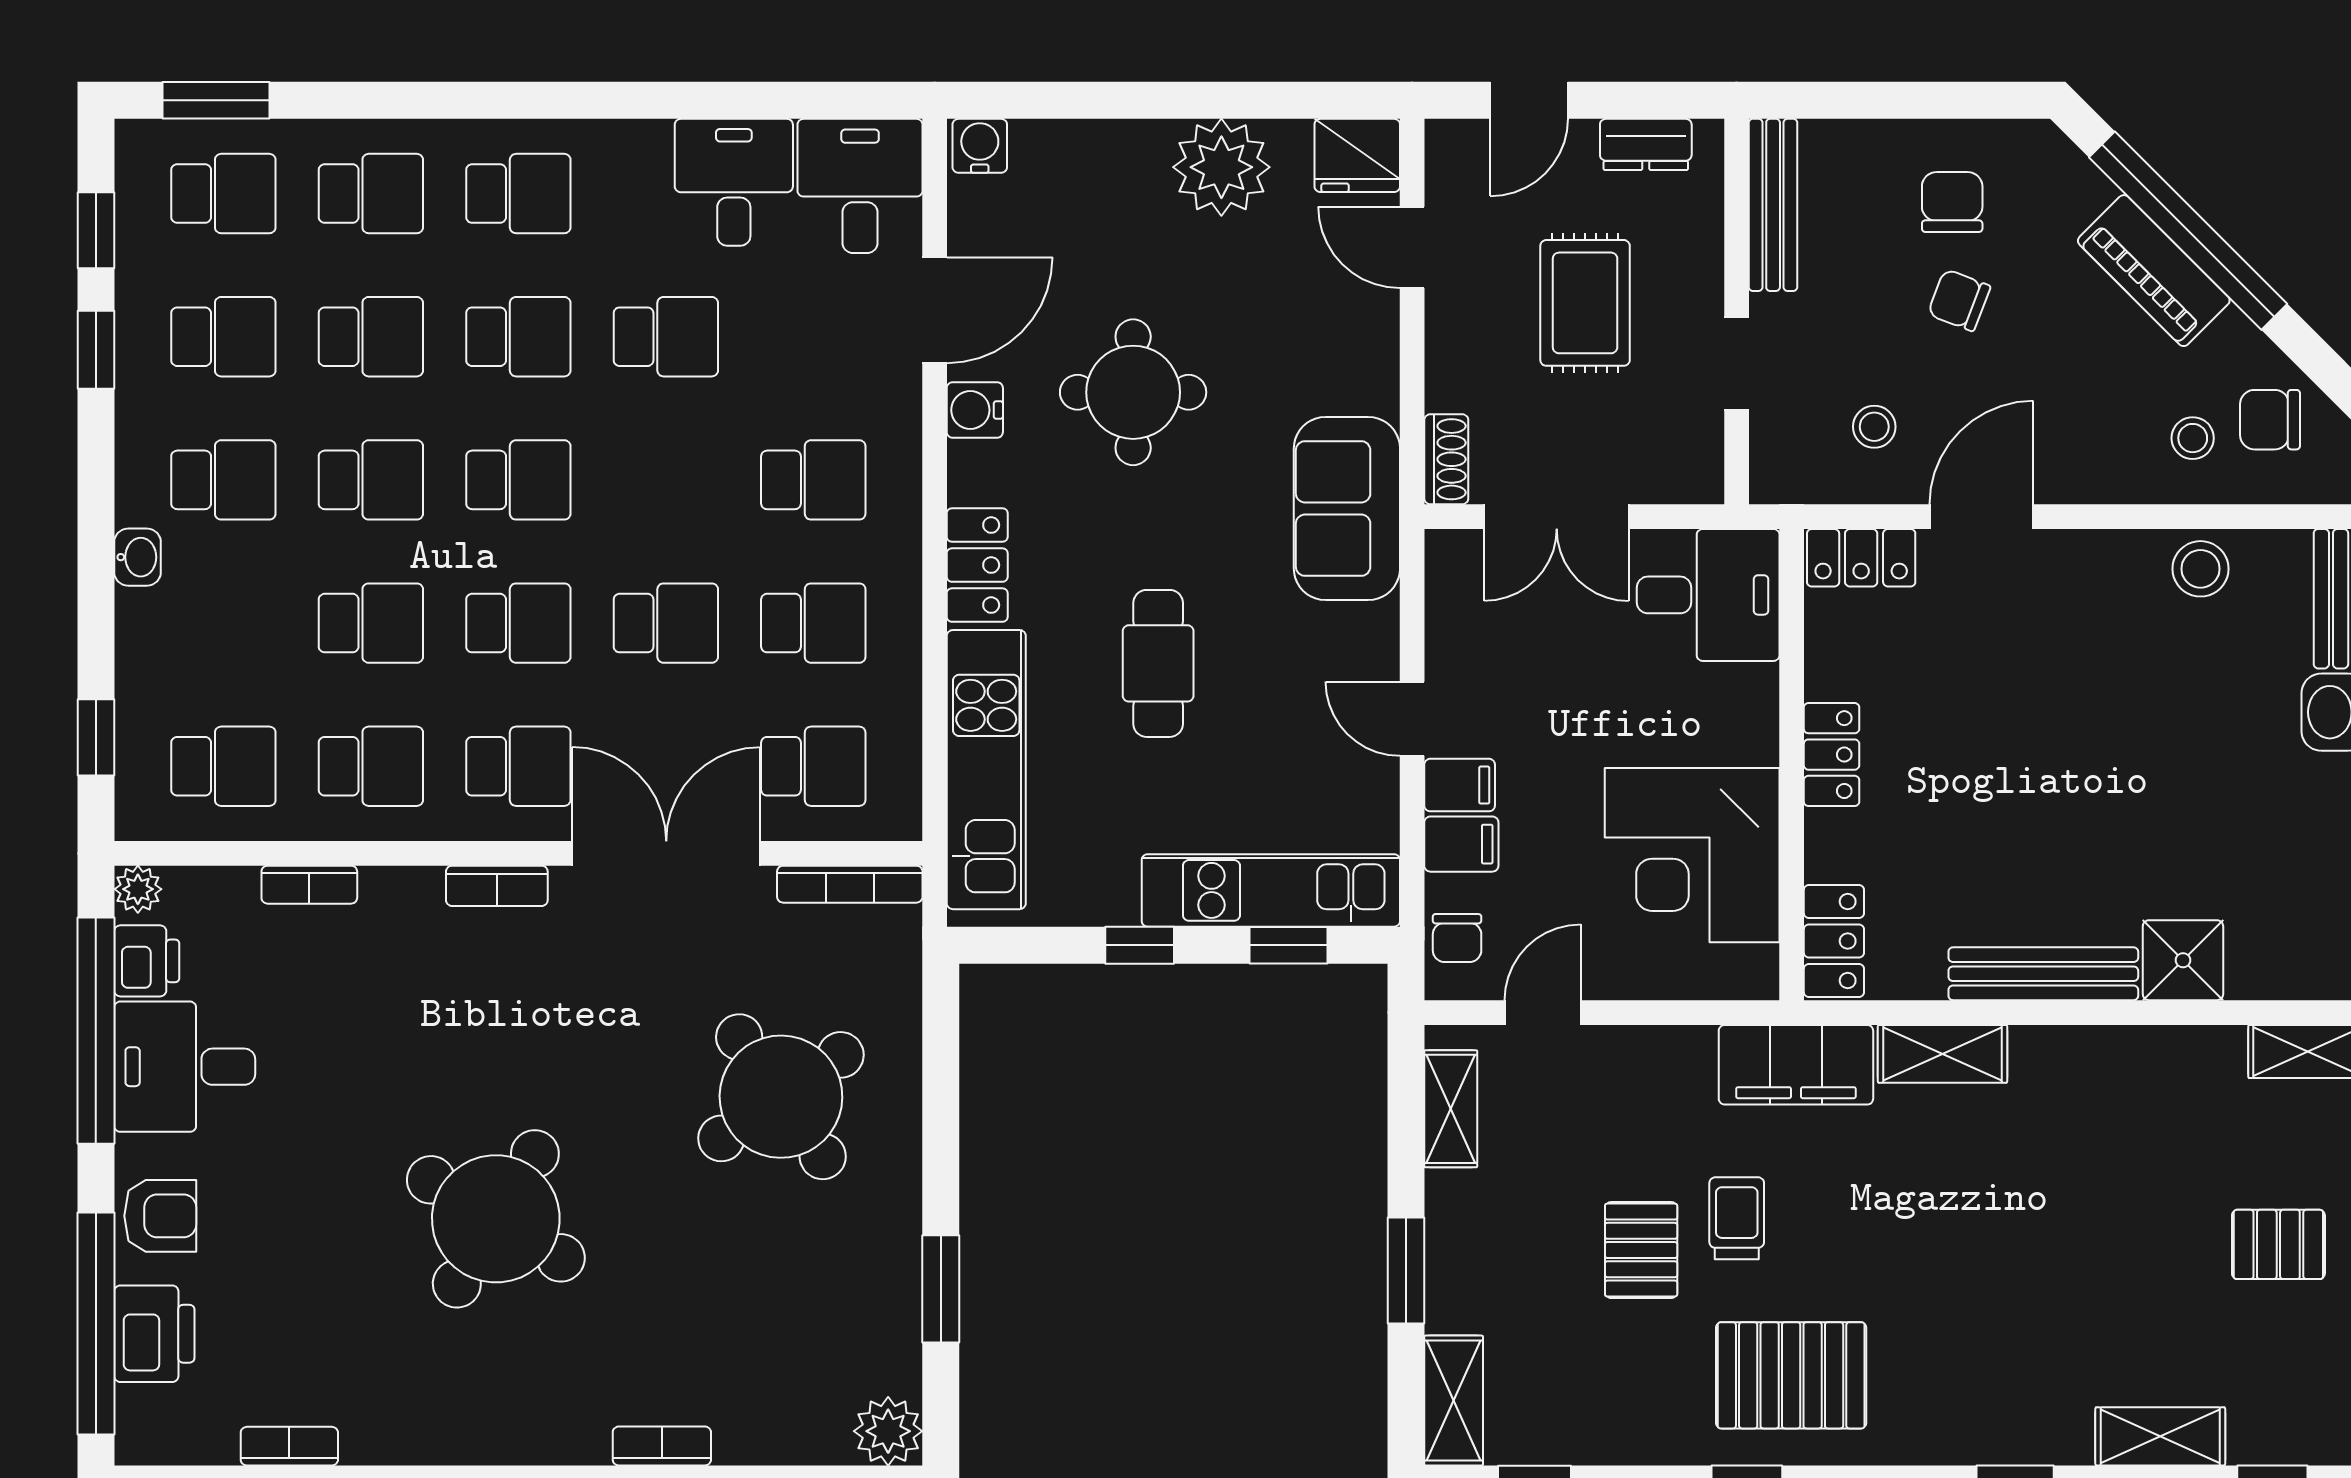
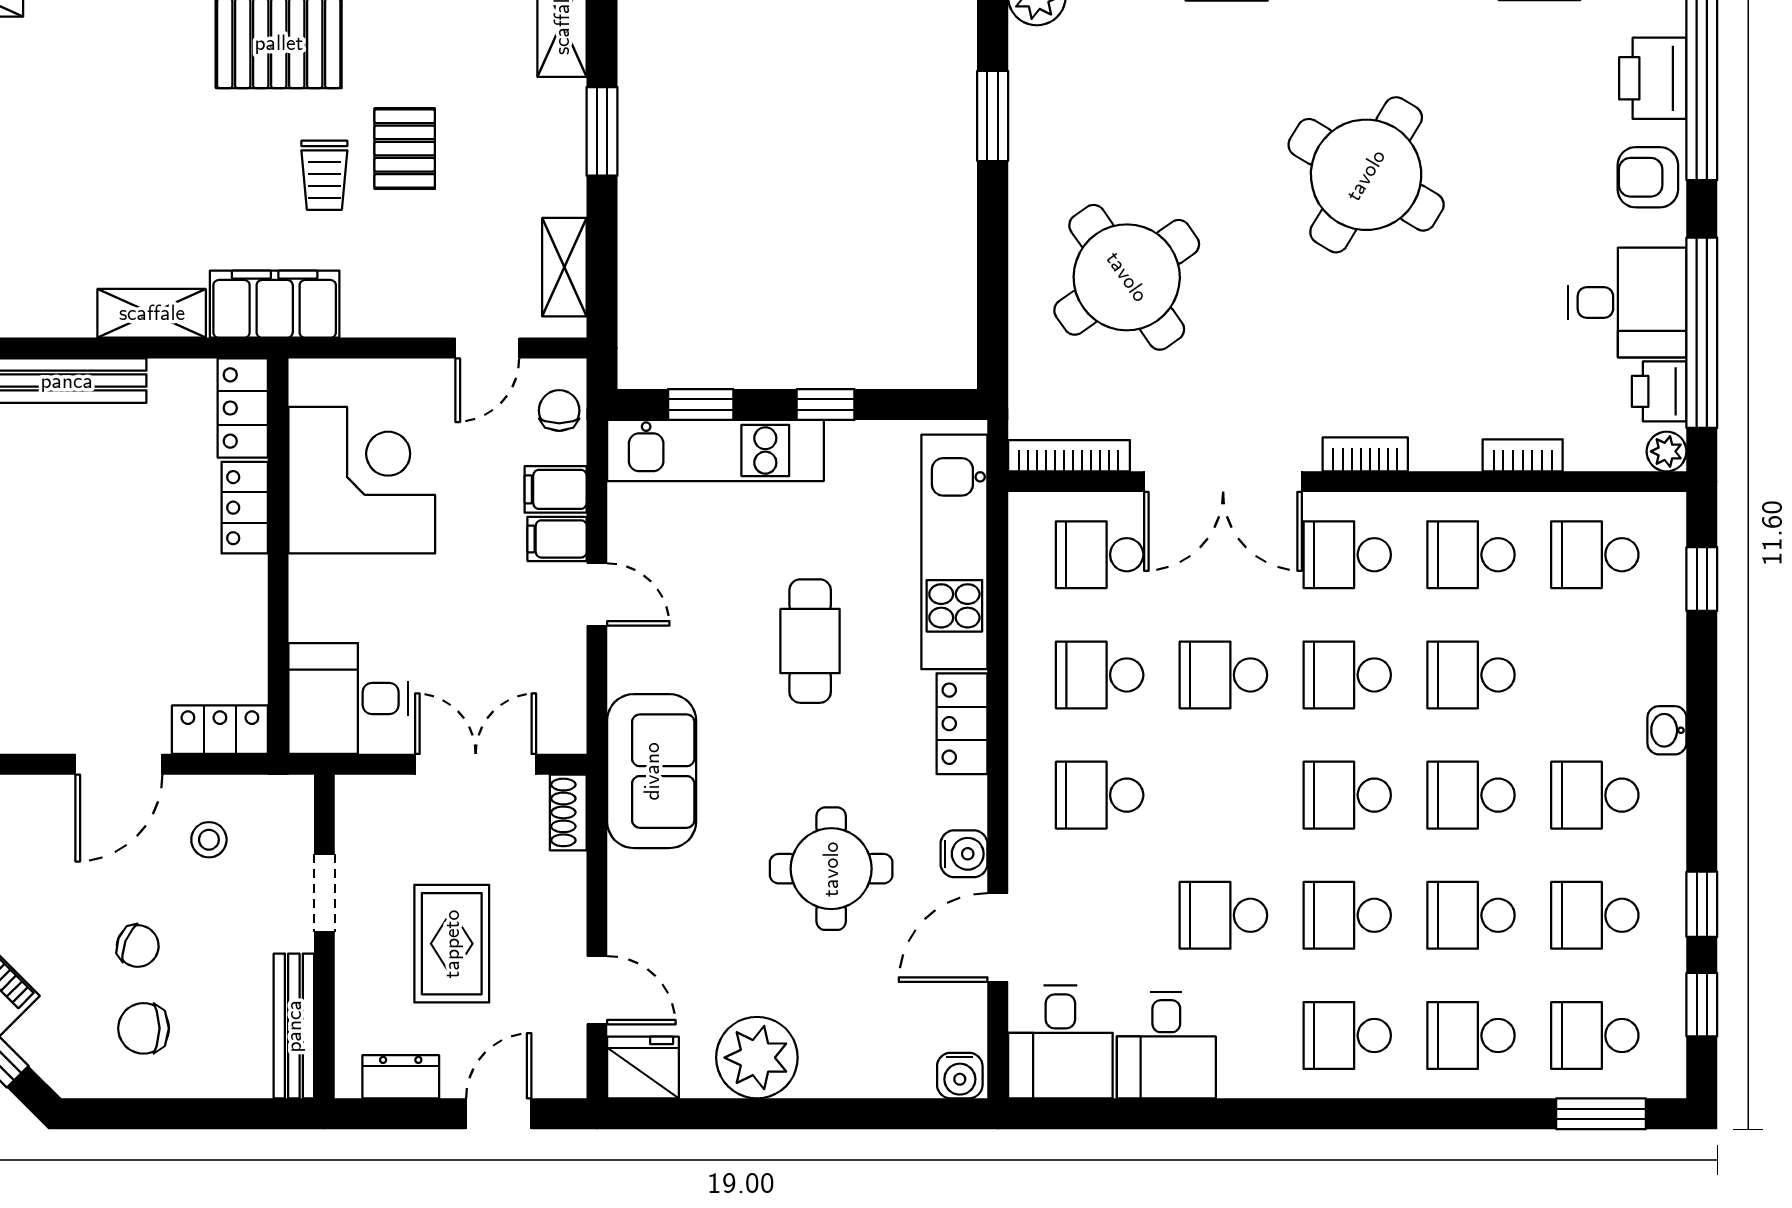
chair: (1952, 202) -> (144, 1028), turned 90
locker: (1832, 755) -> (245, 508), moved

